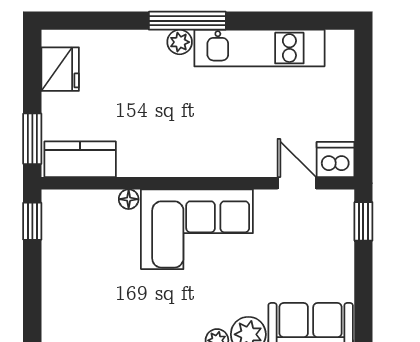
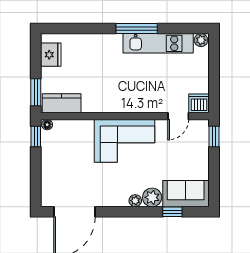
window: (187, 21) -> (137, 29), moved
plant: (180, 42) -> (201, 40), moved
door: (297, 183) -> (178, 116), swing flipped
floor lamp: (129, 199) -> (47, 125), moved

